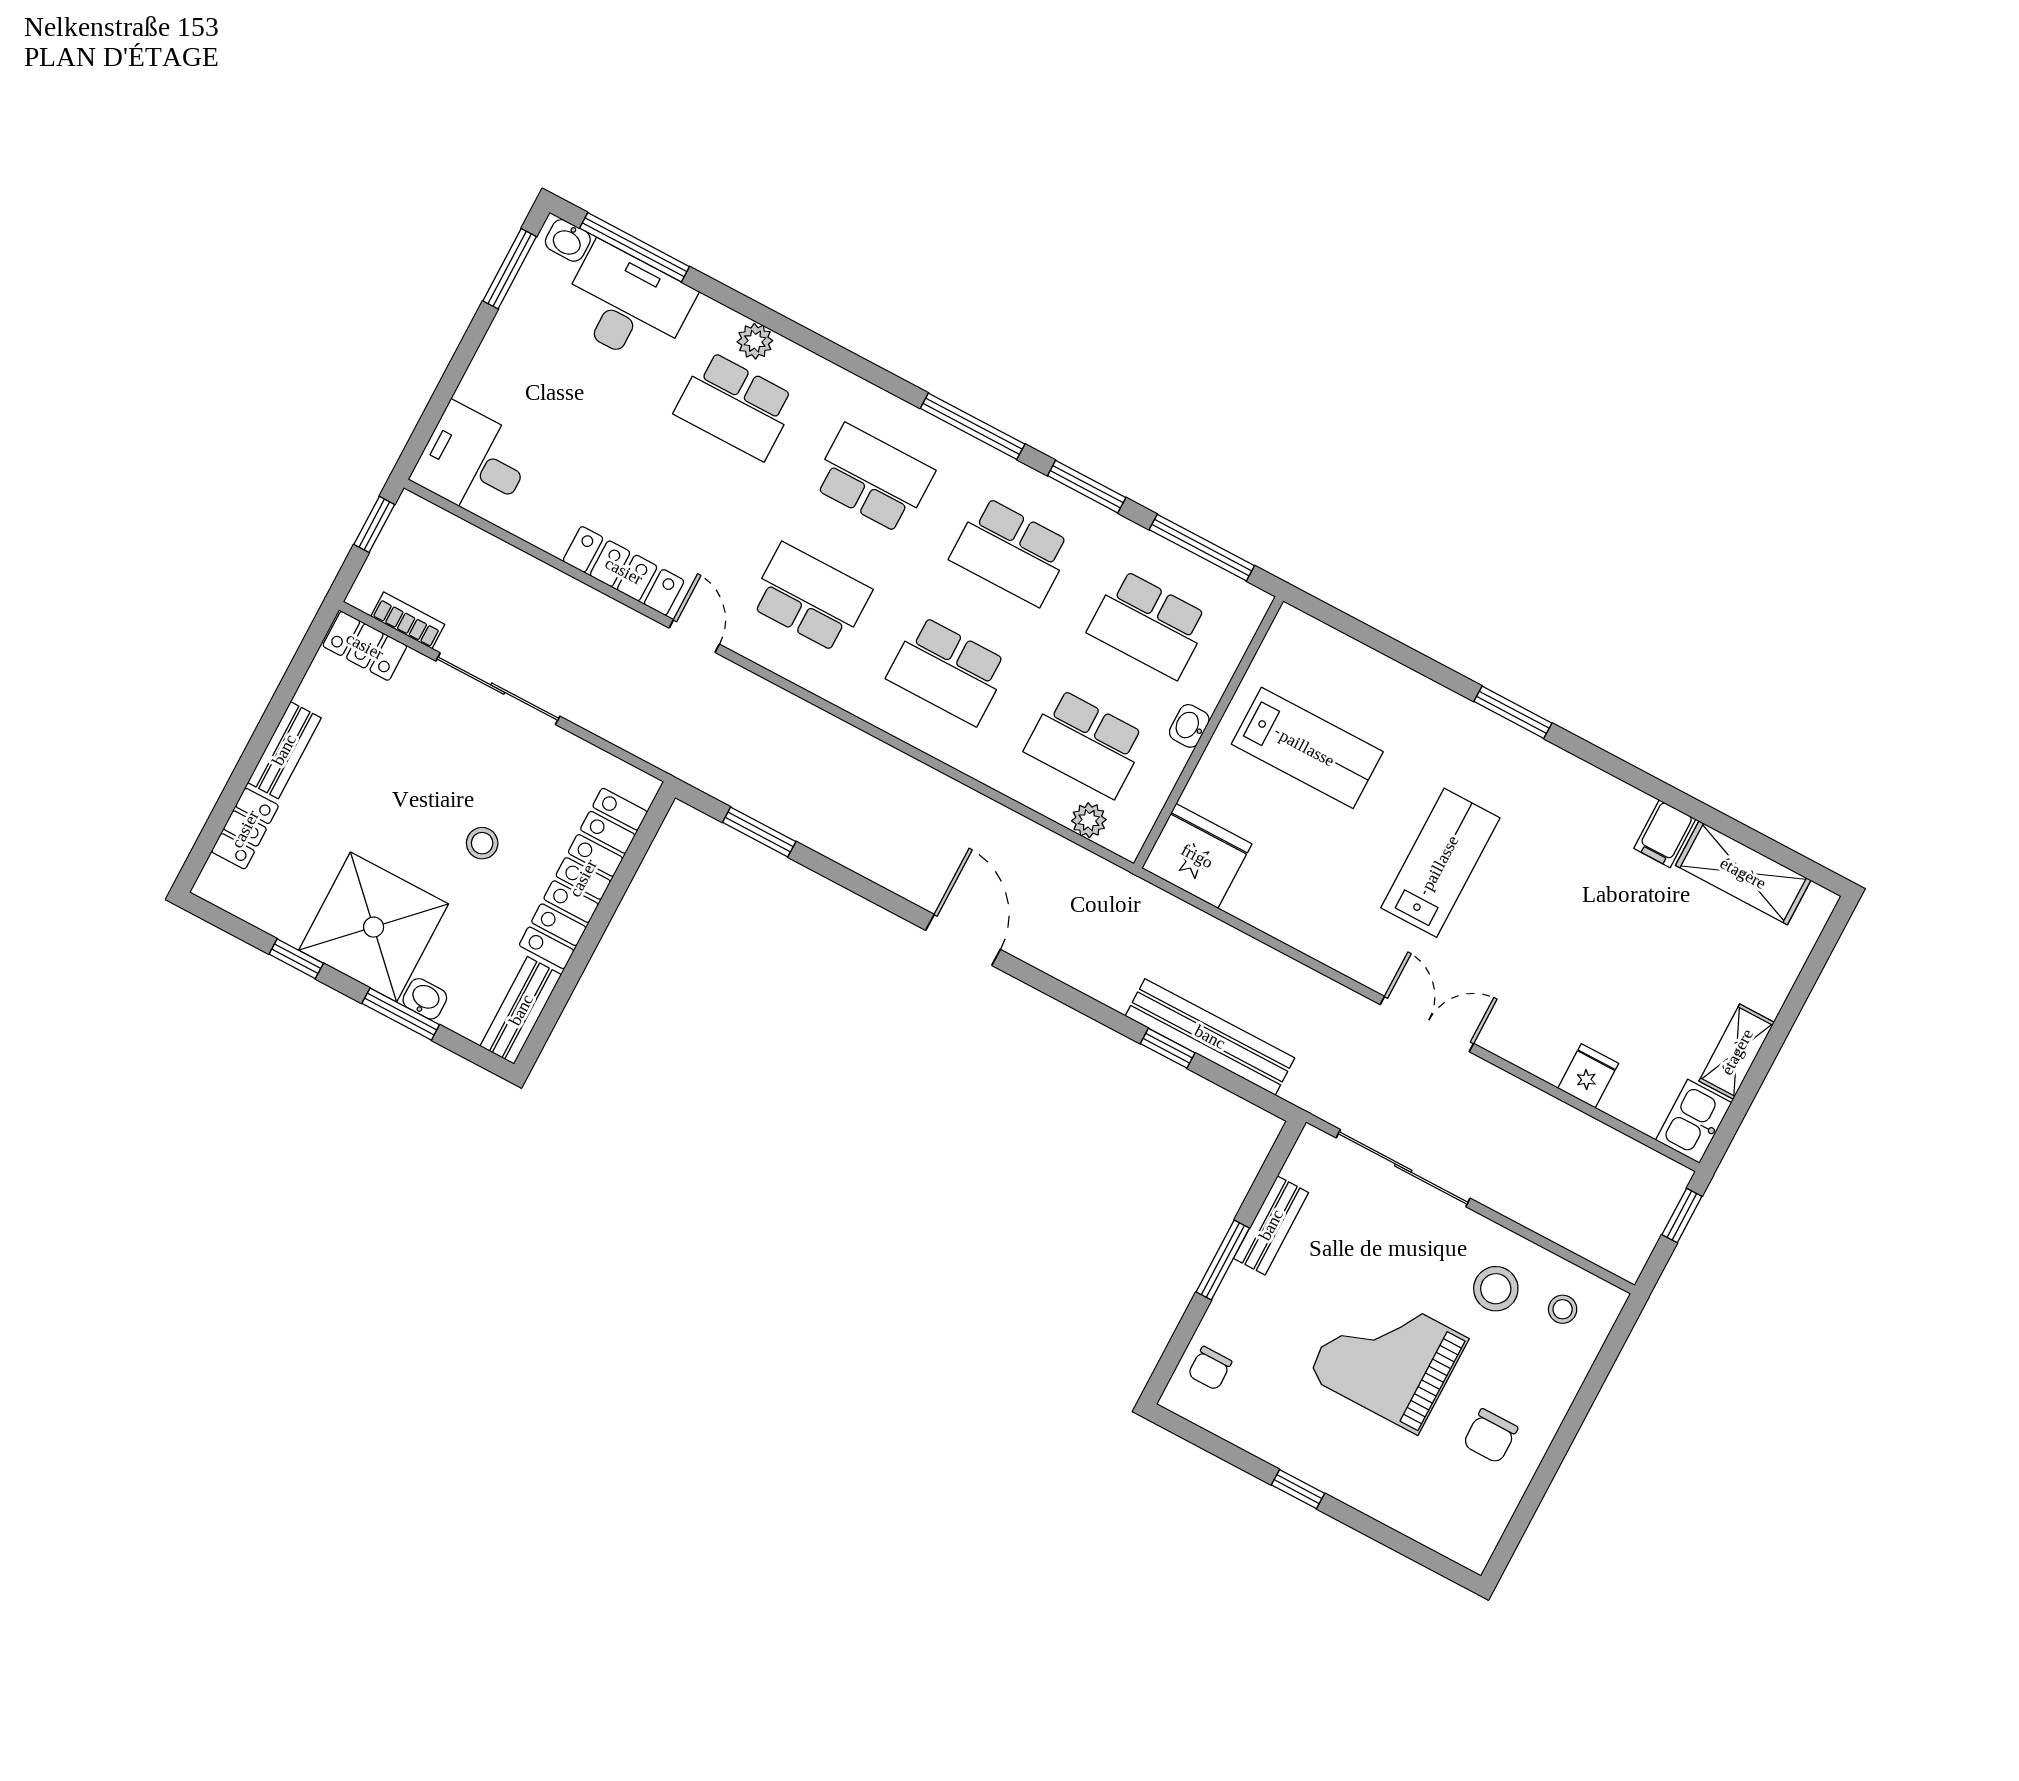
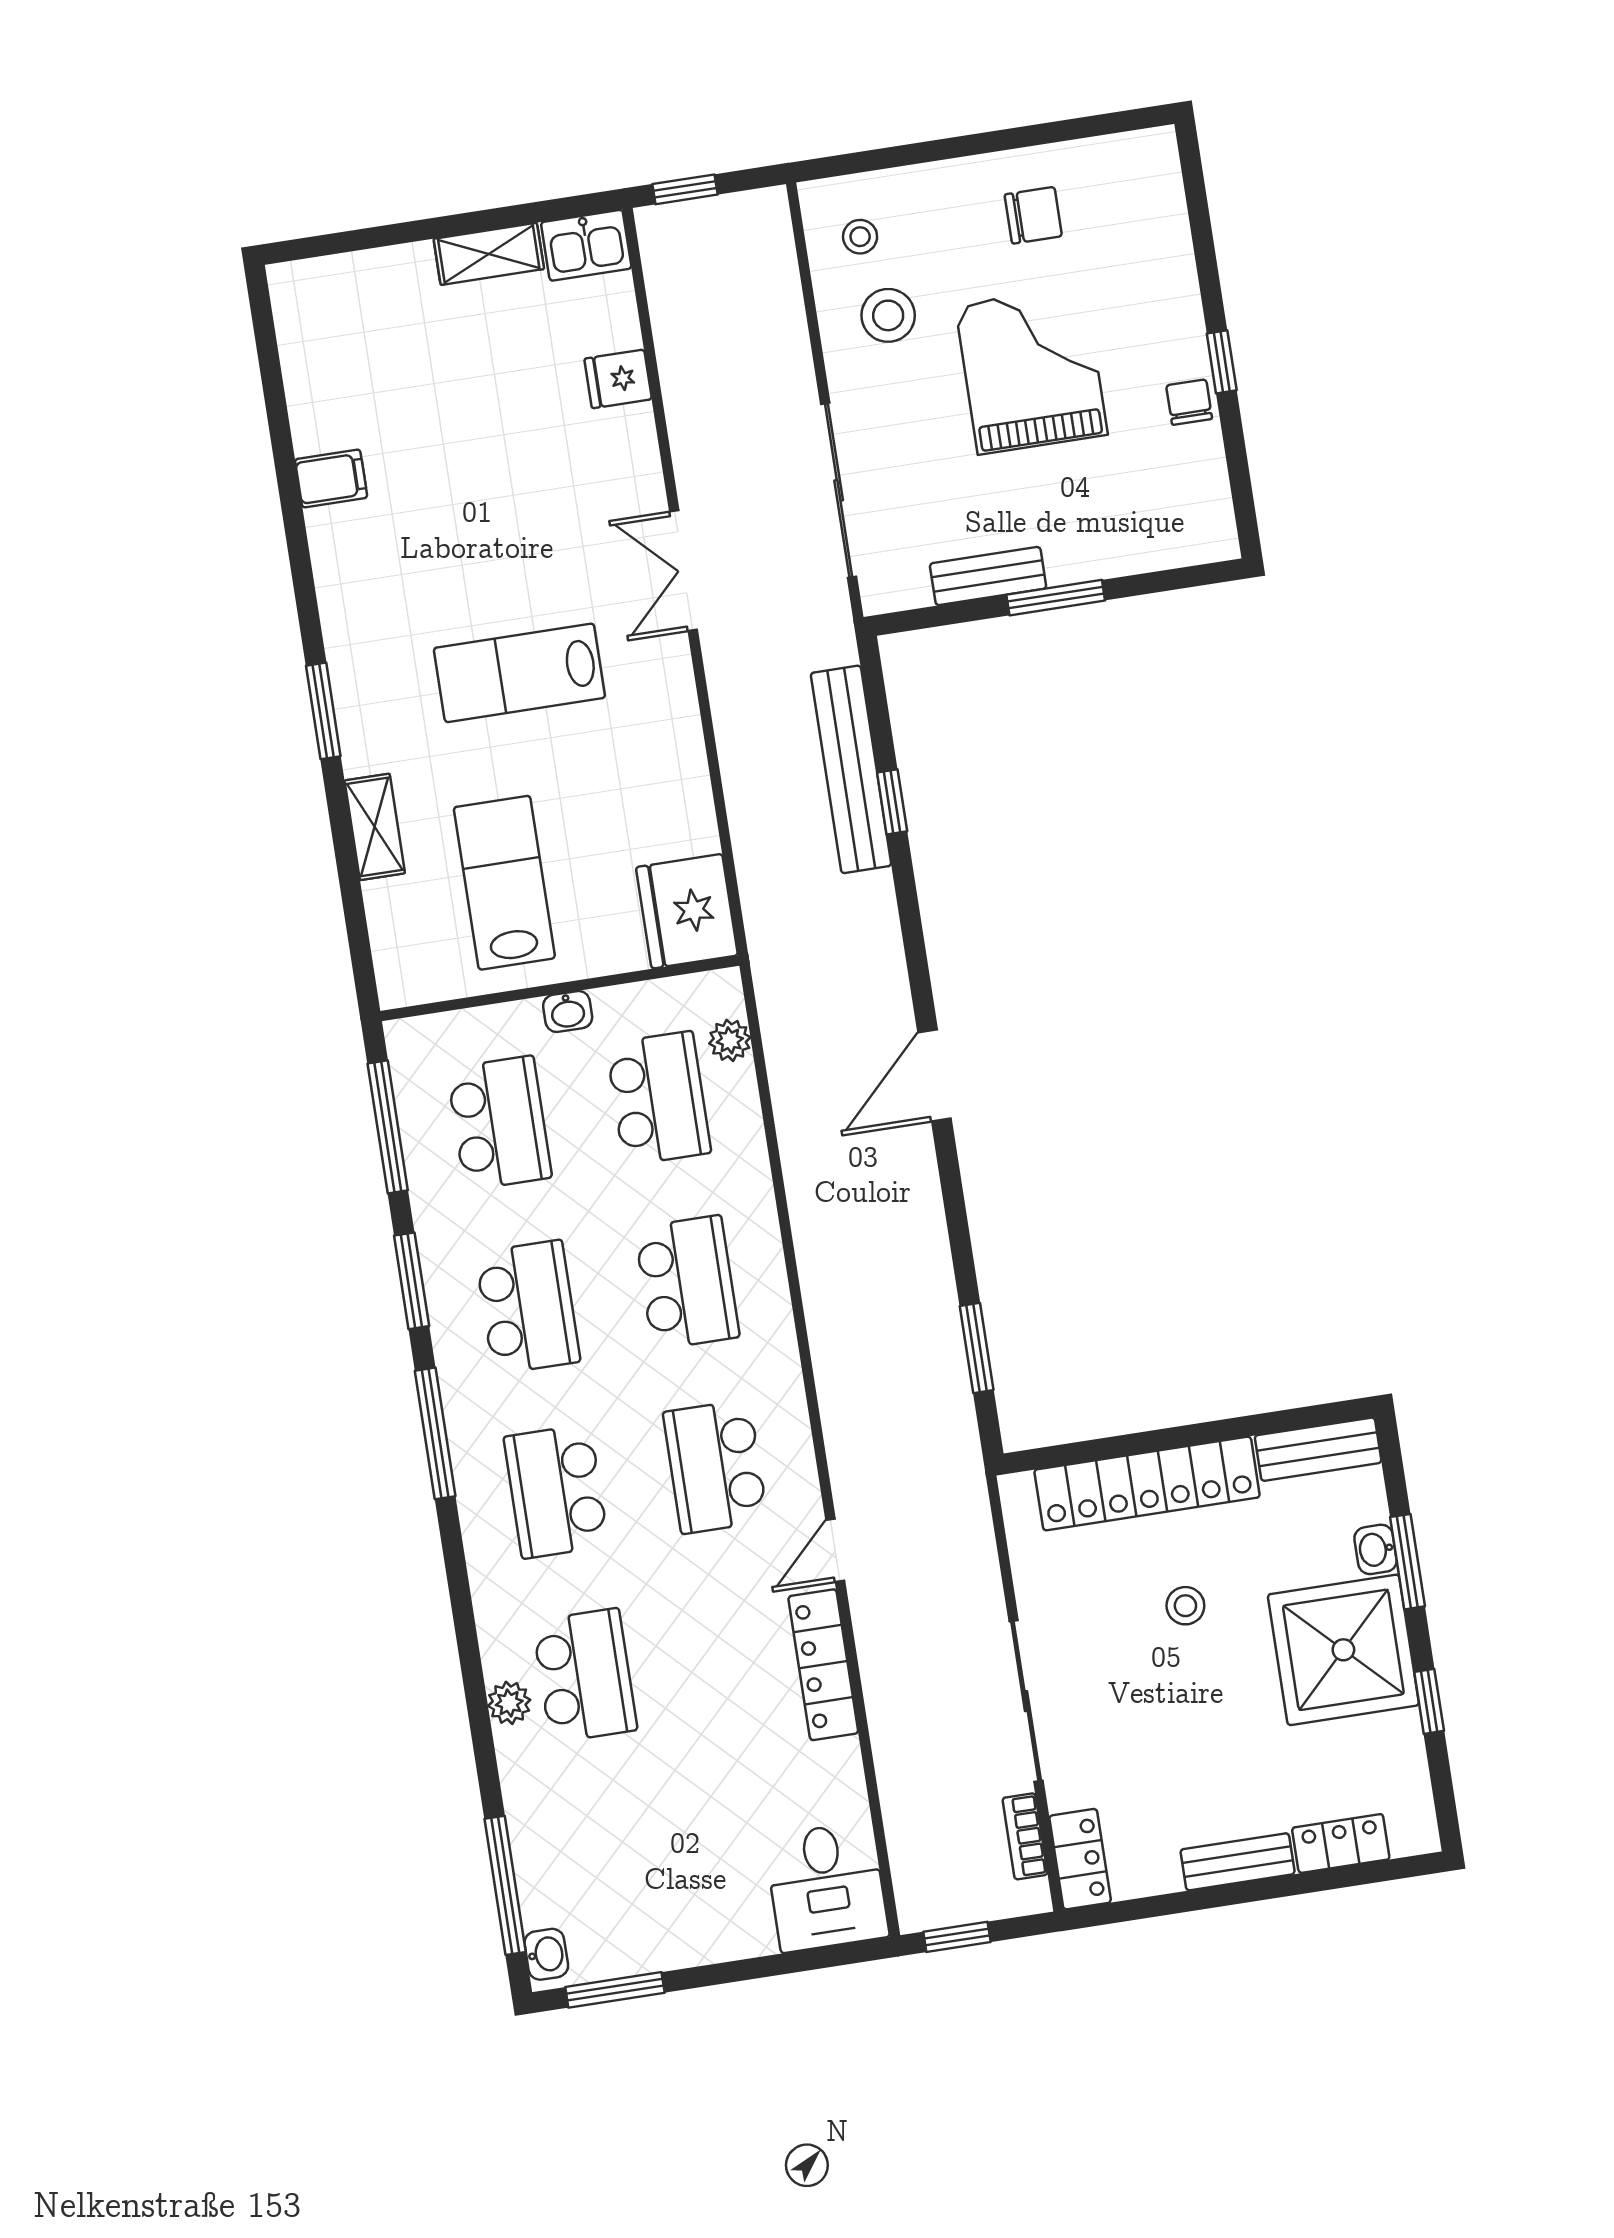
desk: (627, 305) -> (566, 1852), removed
shelving: (1743, 873) -> (375, 827), moved, width x0.67, depth x0.75
grand piano: (1388, 1357) -> (1031, 370), turned 180
chair: (1210, 1368) -> (1189, 402), moved, turned -90

